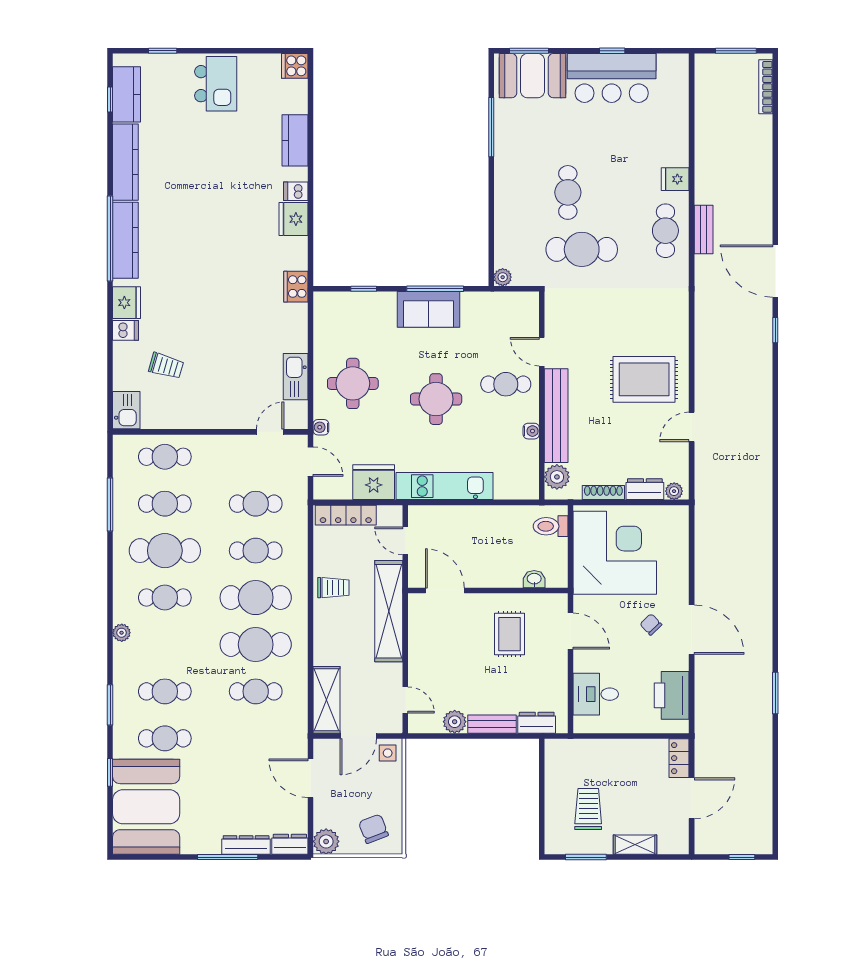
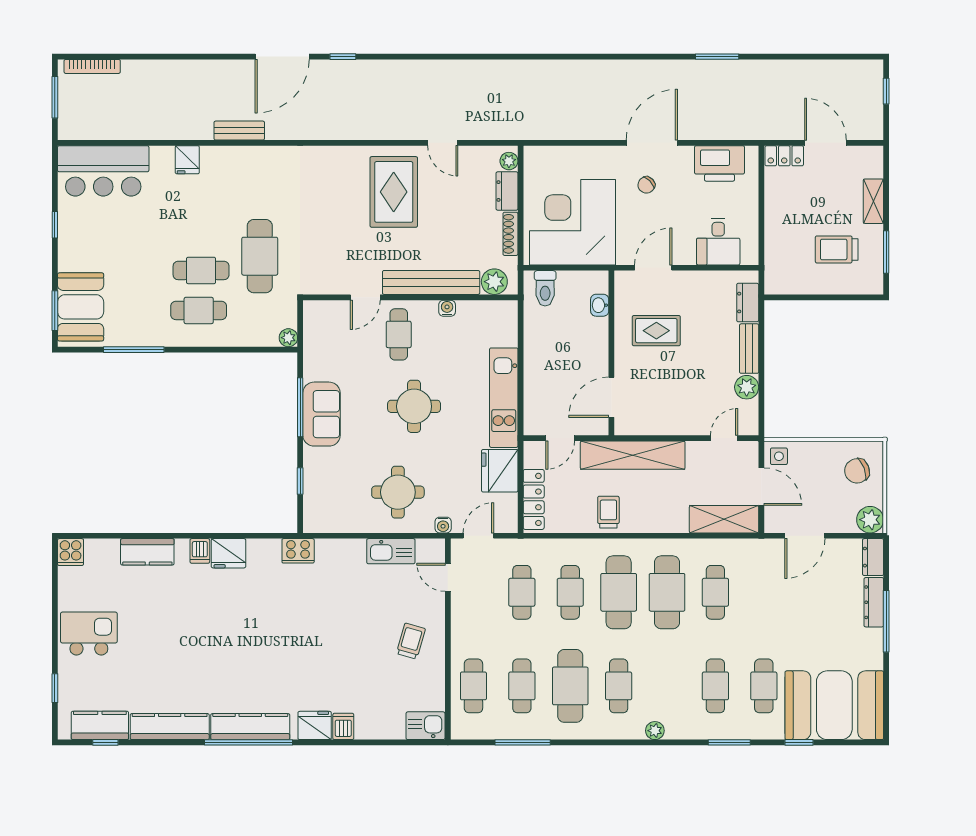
bar counter: (612, 78) -> (103, 171), moved, turned 90
cafe table: (665, 231) -> (199, 310), moved
trolley: (166, 366) -> (411, 641), moved

